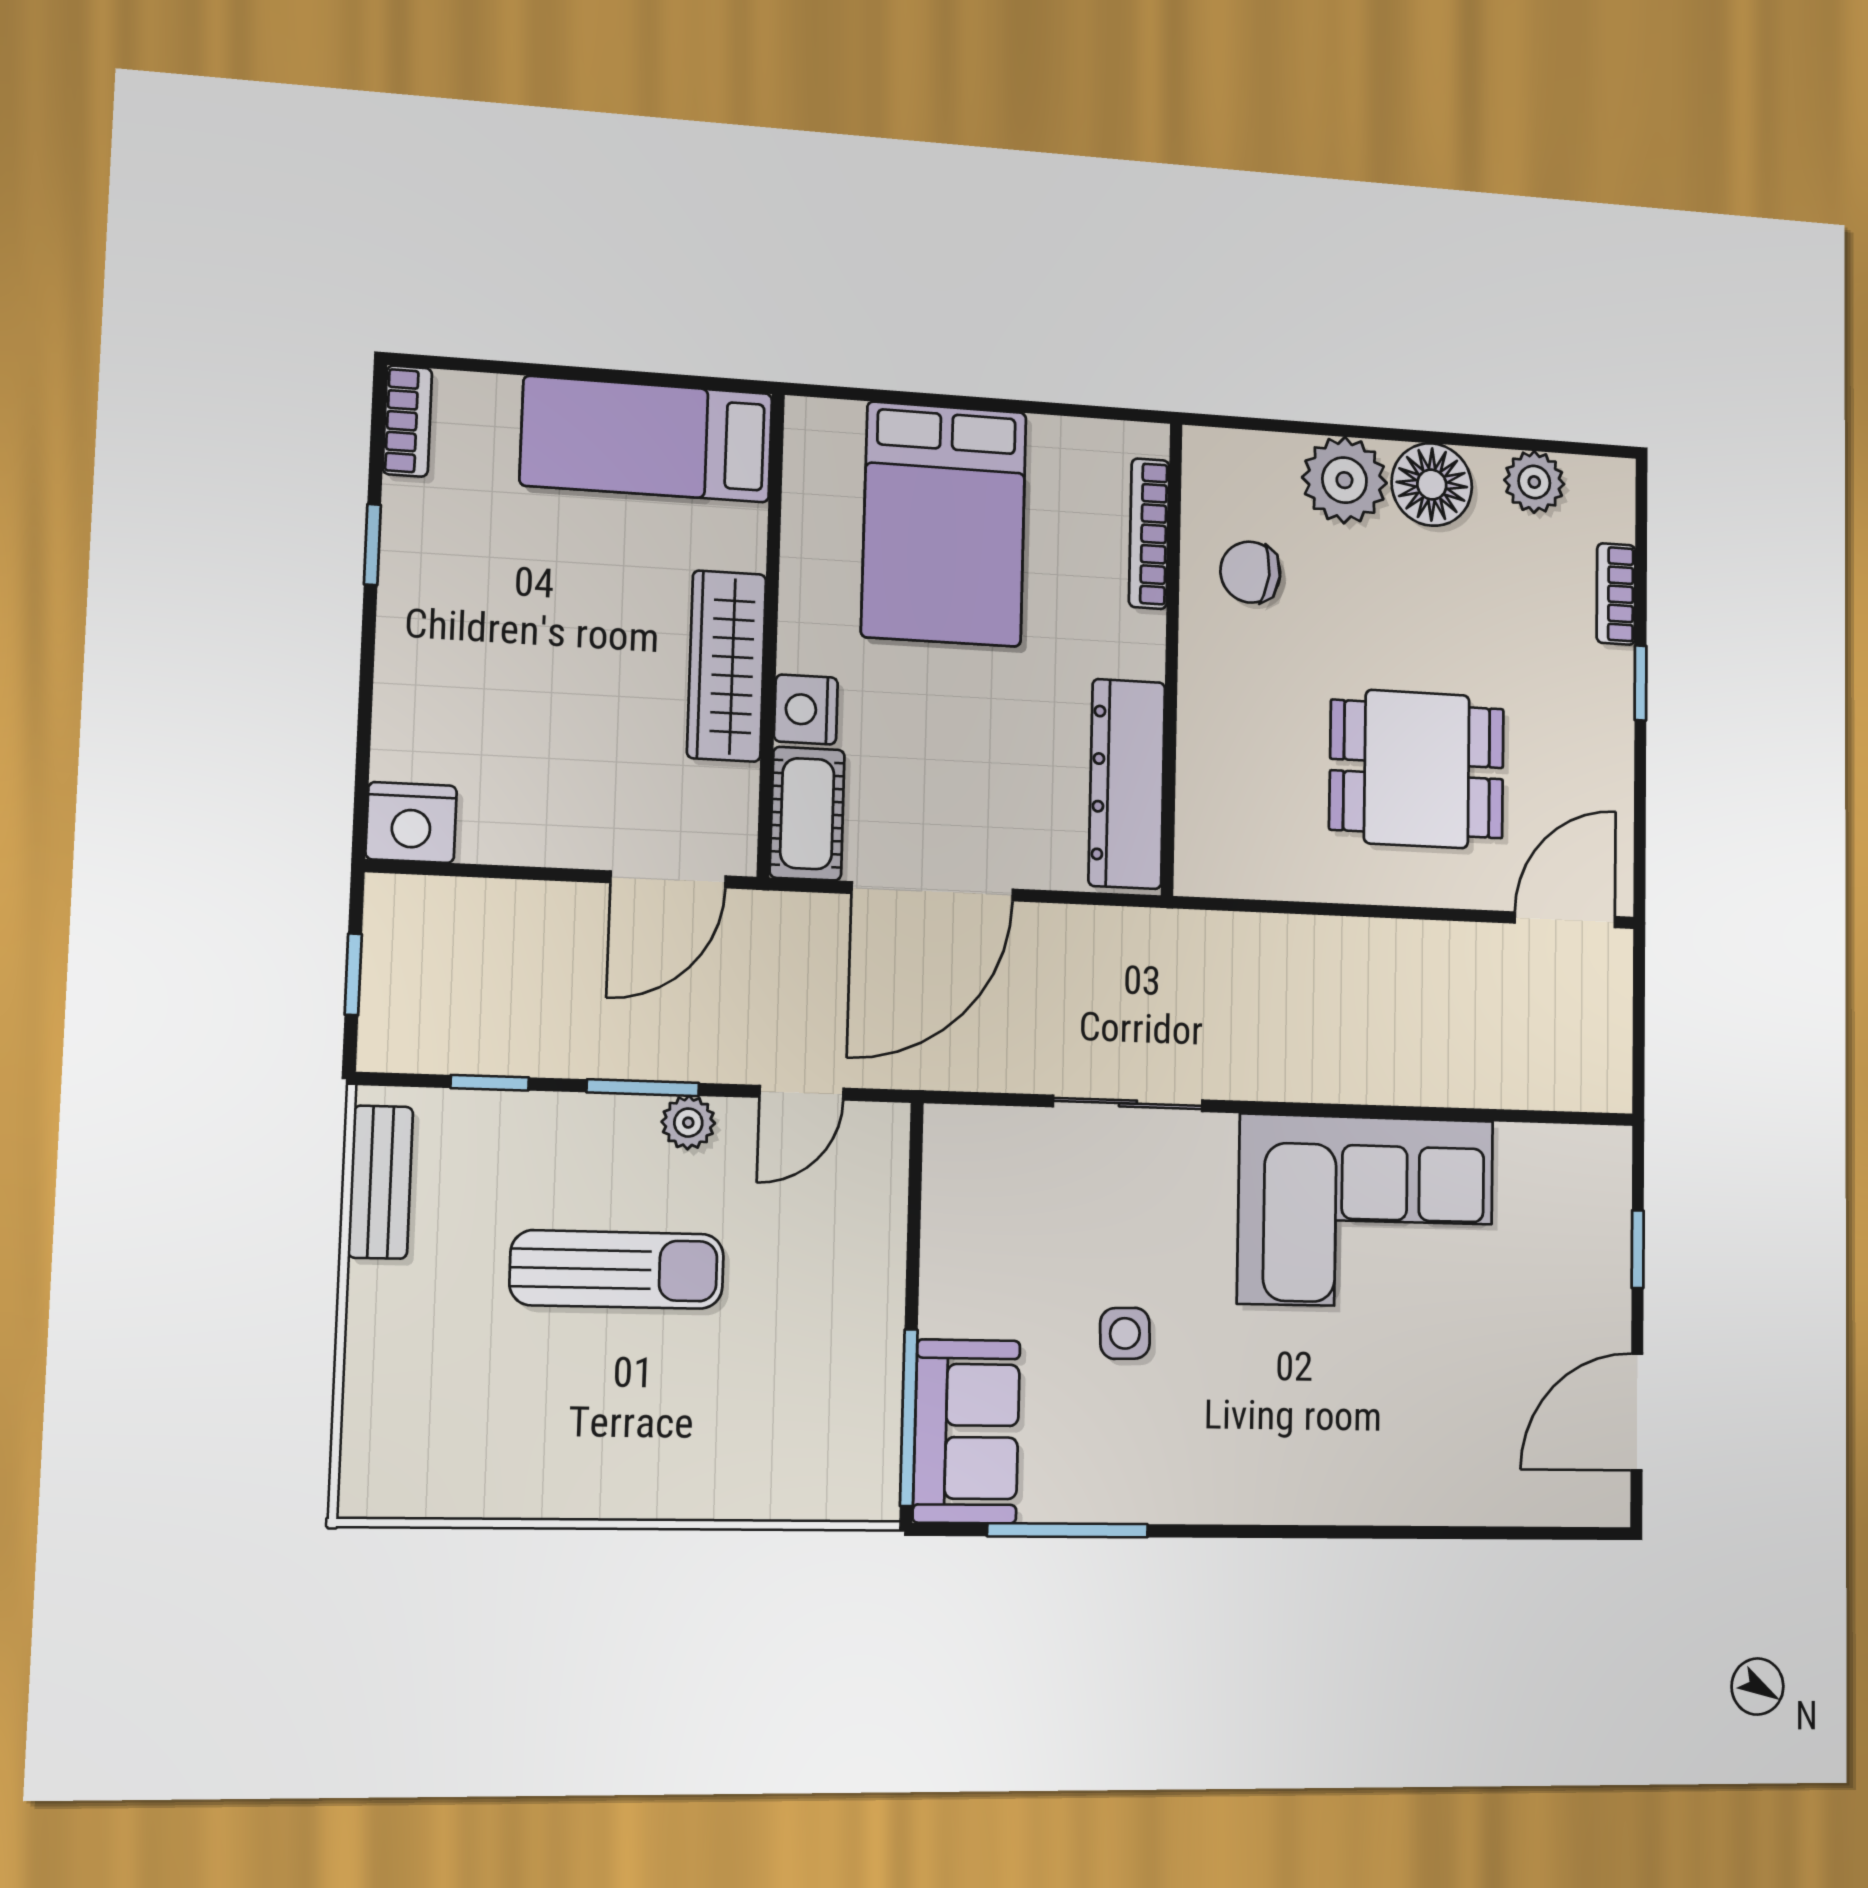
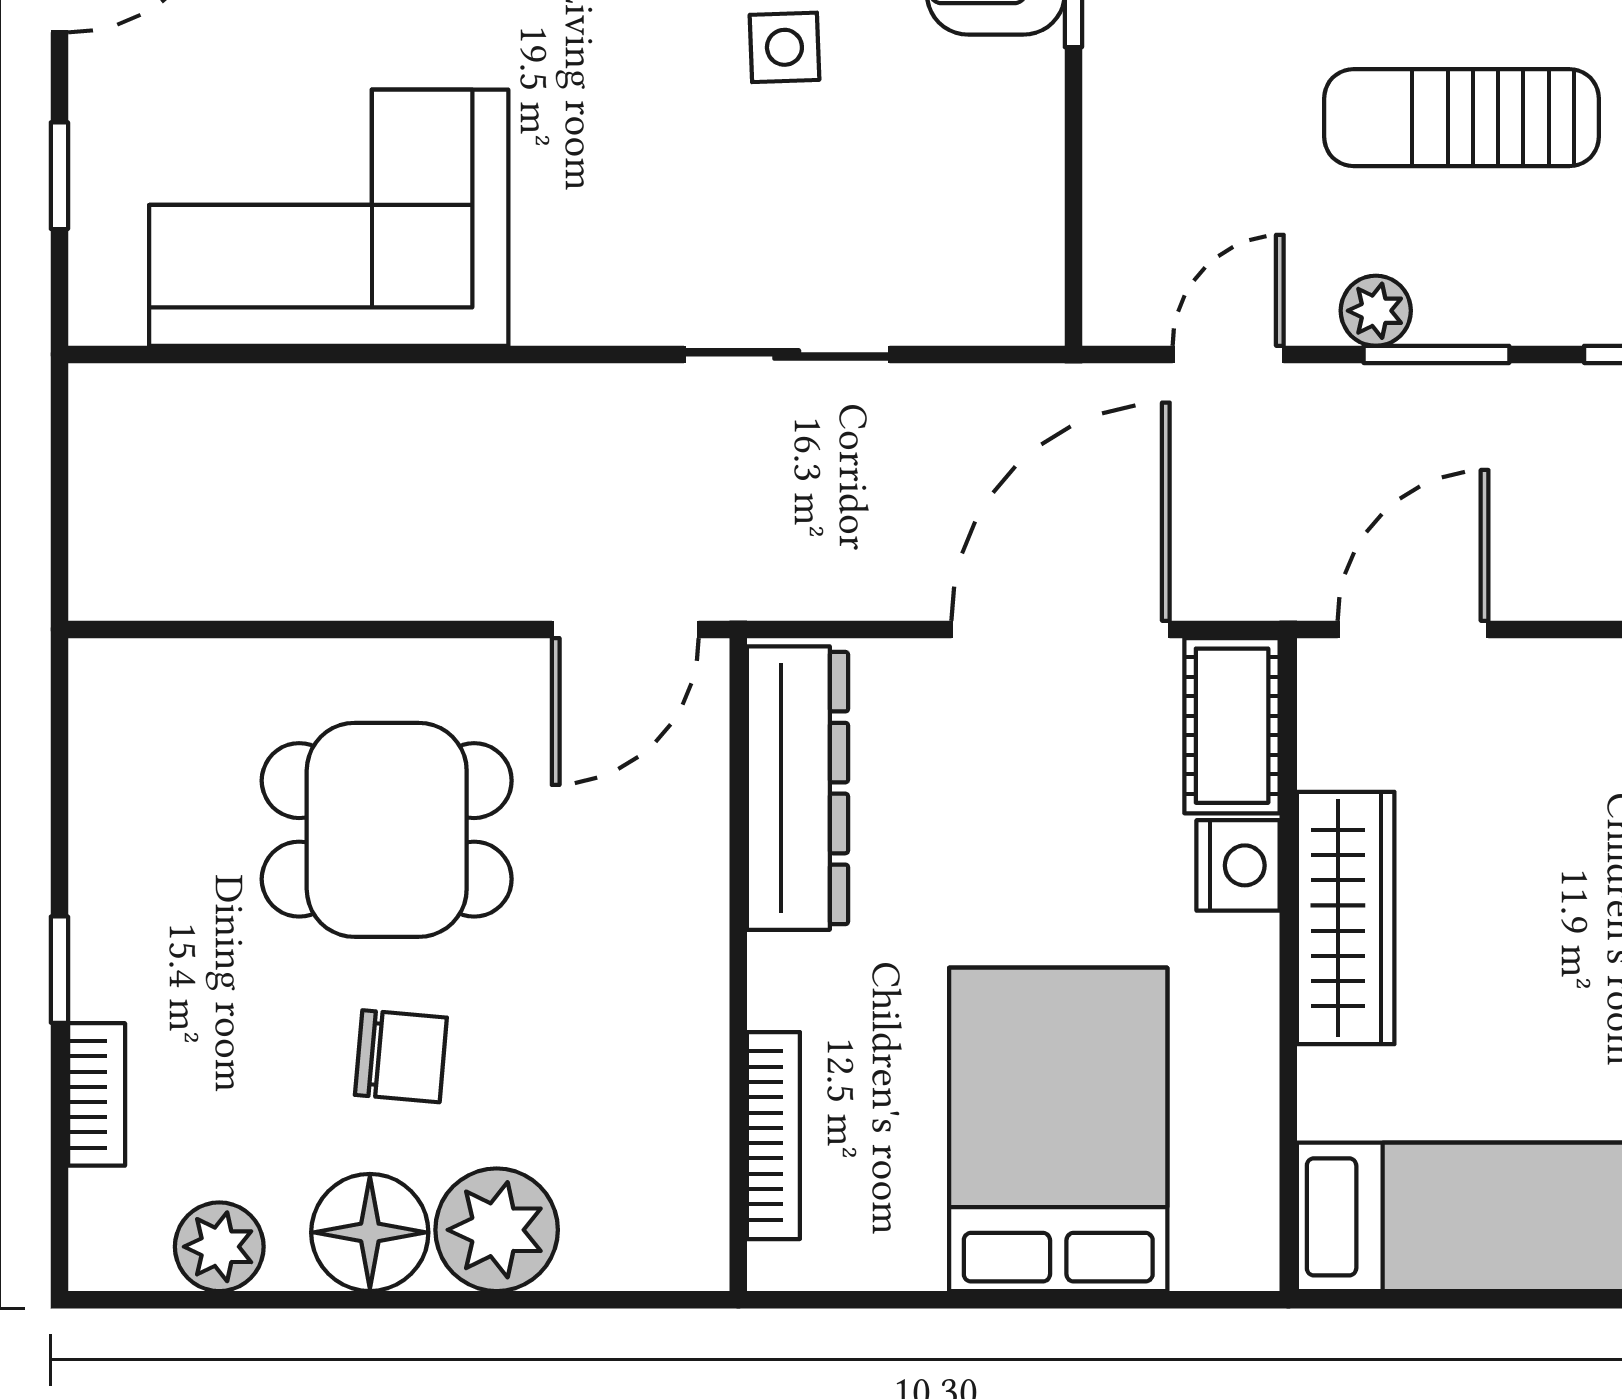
chair: (1250, 572) -> (401, 1056), moved
door: (1565, 920) -> (625, 629), moved
corner sofa: (1366, 1212) -> (329, 218), moved

